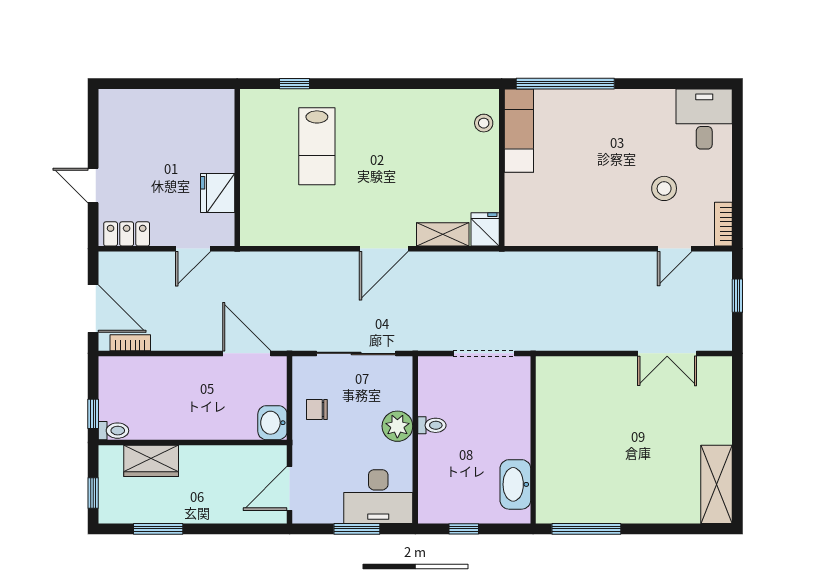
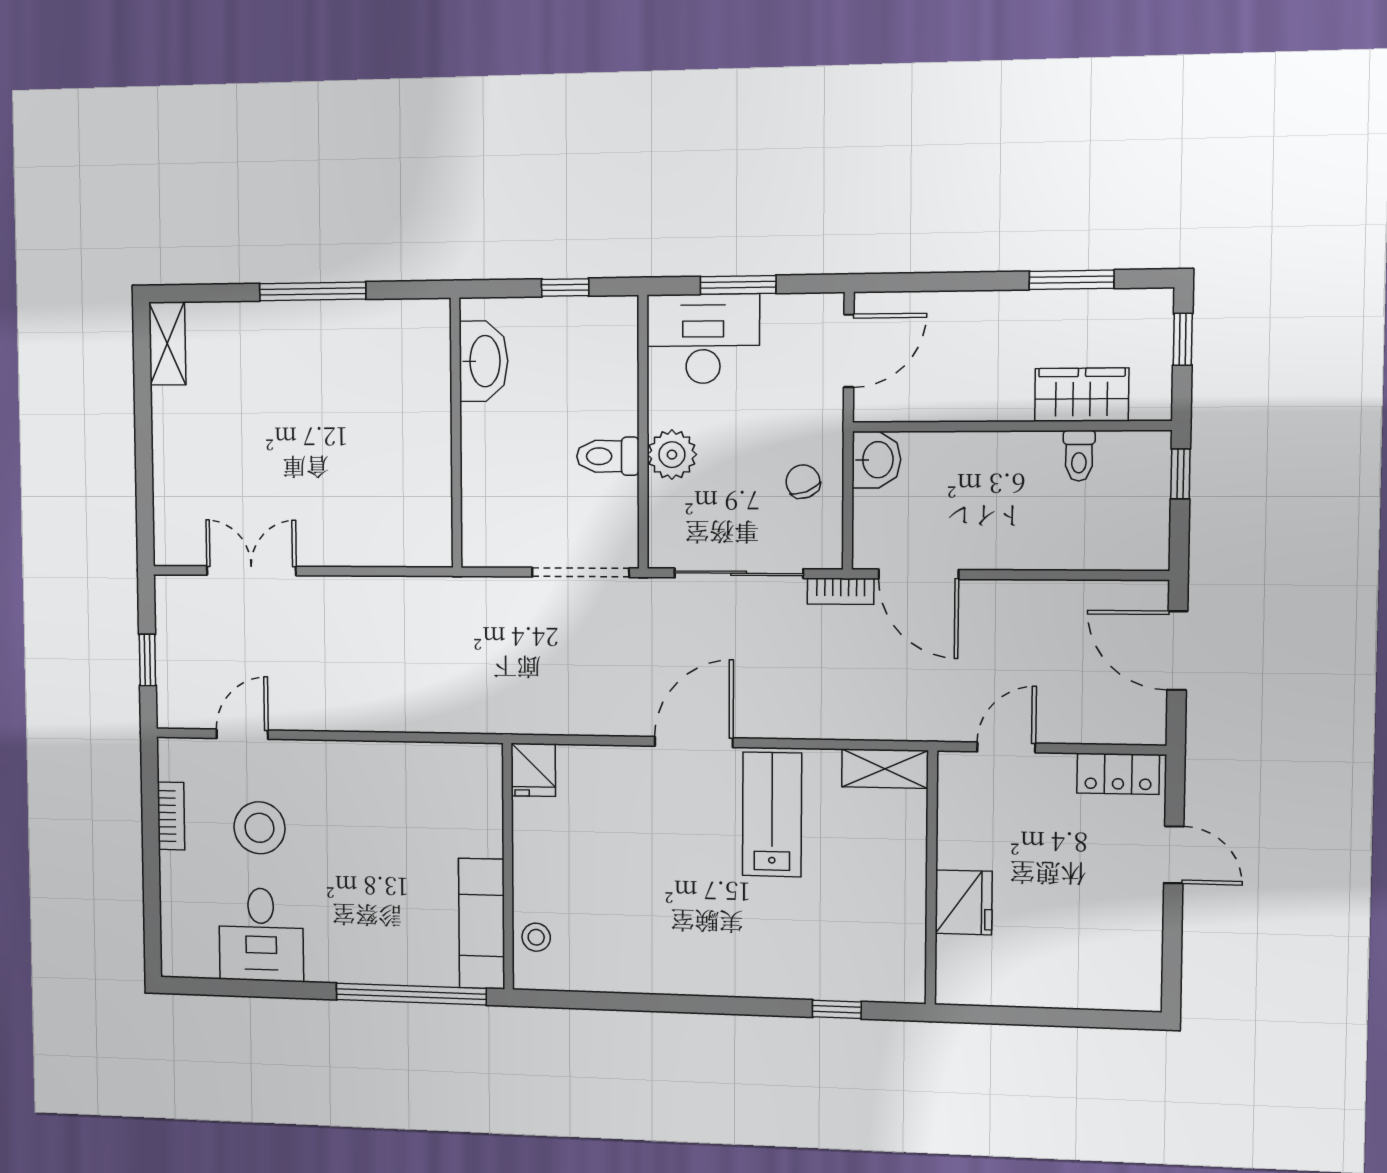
desk: (704, 119) -> (261, 935), moved
lab bench: (317, 146) -> (772, 814), moved
stool: (664, 188) -> (260, 828), width x1.38, depth x1.38
fridge: (218, 193) -> (964, 902), moved
bookcase: (723, 224) -> (171, 816), moved
shelving: (443, 234) -> (885, 769), moved
bookcase: (130, 343) -> (841, 591), moved
doorway: (484, 353) -> (581, 572), moved
chair: (317, 410) -> (803, 482), turned -111
toilet: (432, 425) -> (608, 456), width x1.37, depth x1.39
toilet: (114, 431) -> (1079, 456), moved, turned -90
shelving: (716, 484) -> (167, 343), width x0.67, depth x0.75
window: (586, 529) -> (313, 291), moved

